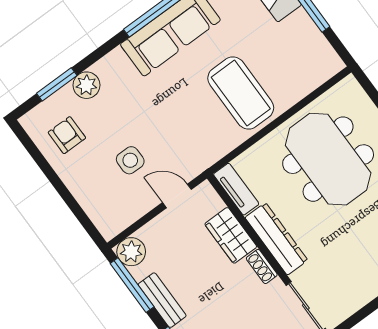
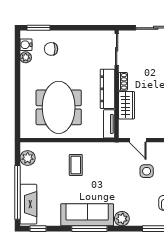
plant: (319, 51) -> (28, 158), added
plant: (86, 85) -> (122, 219), moved
coffee table: (241, 93) -> (76, 165), width x0.54, depth x0.58

